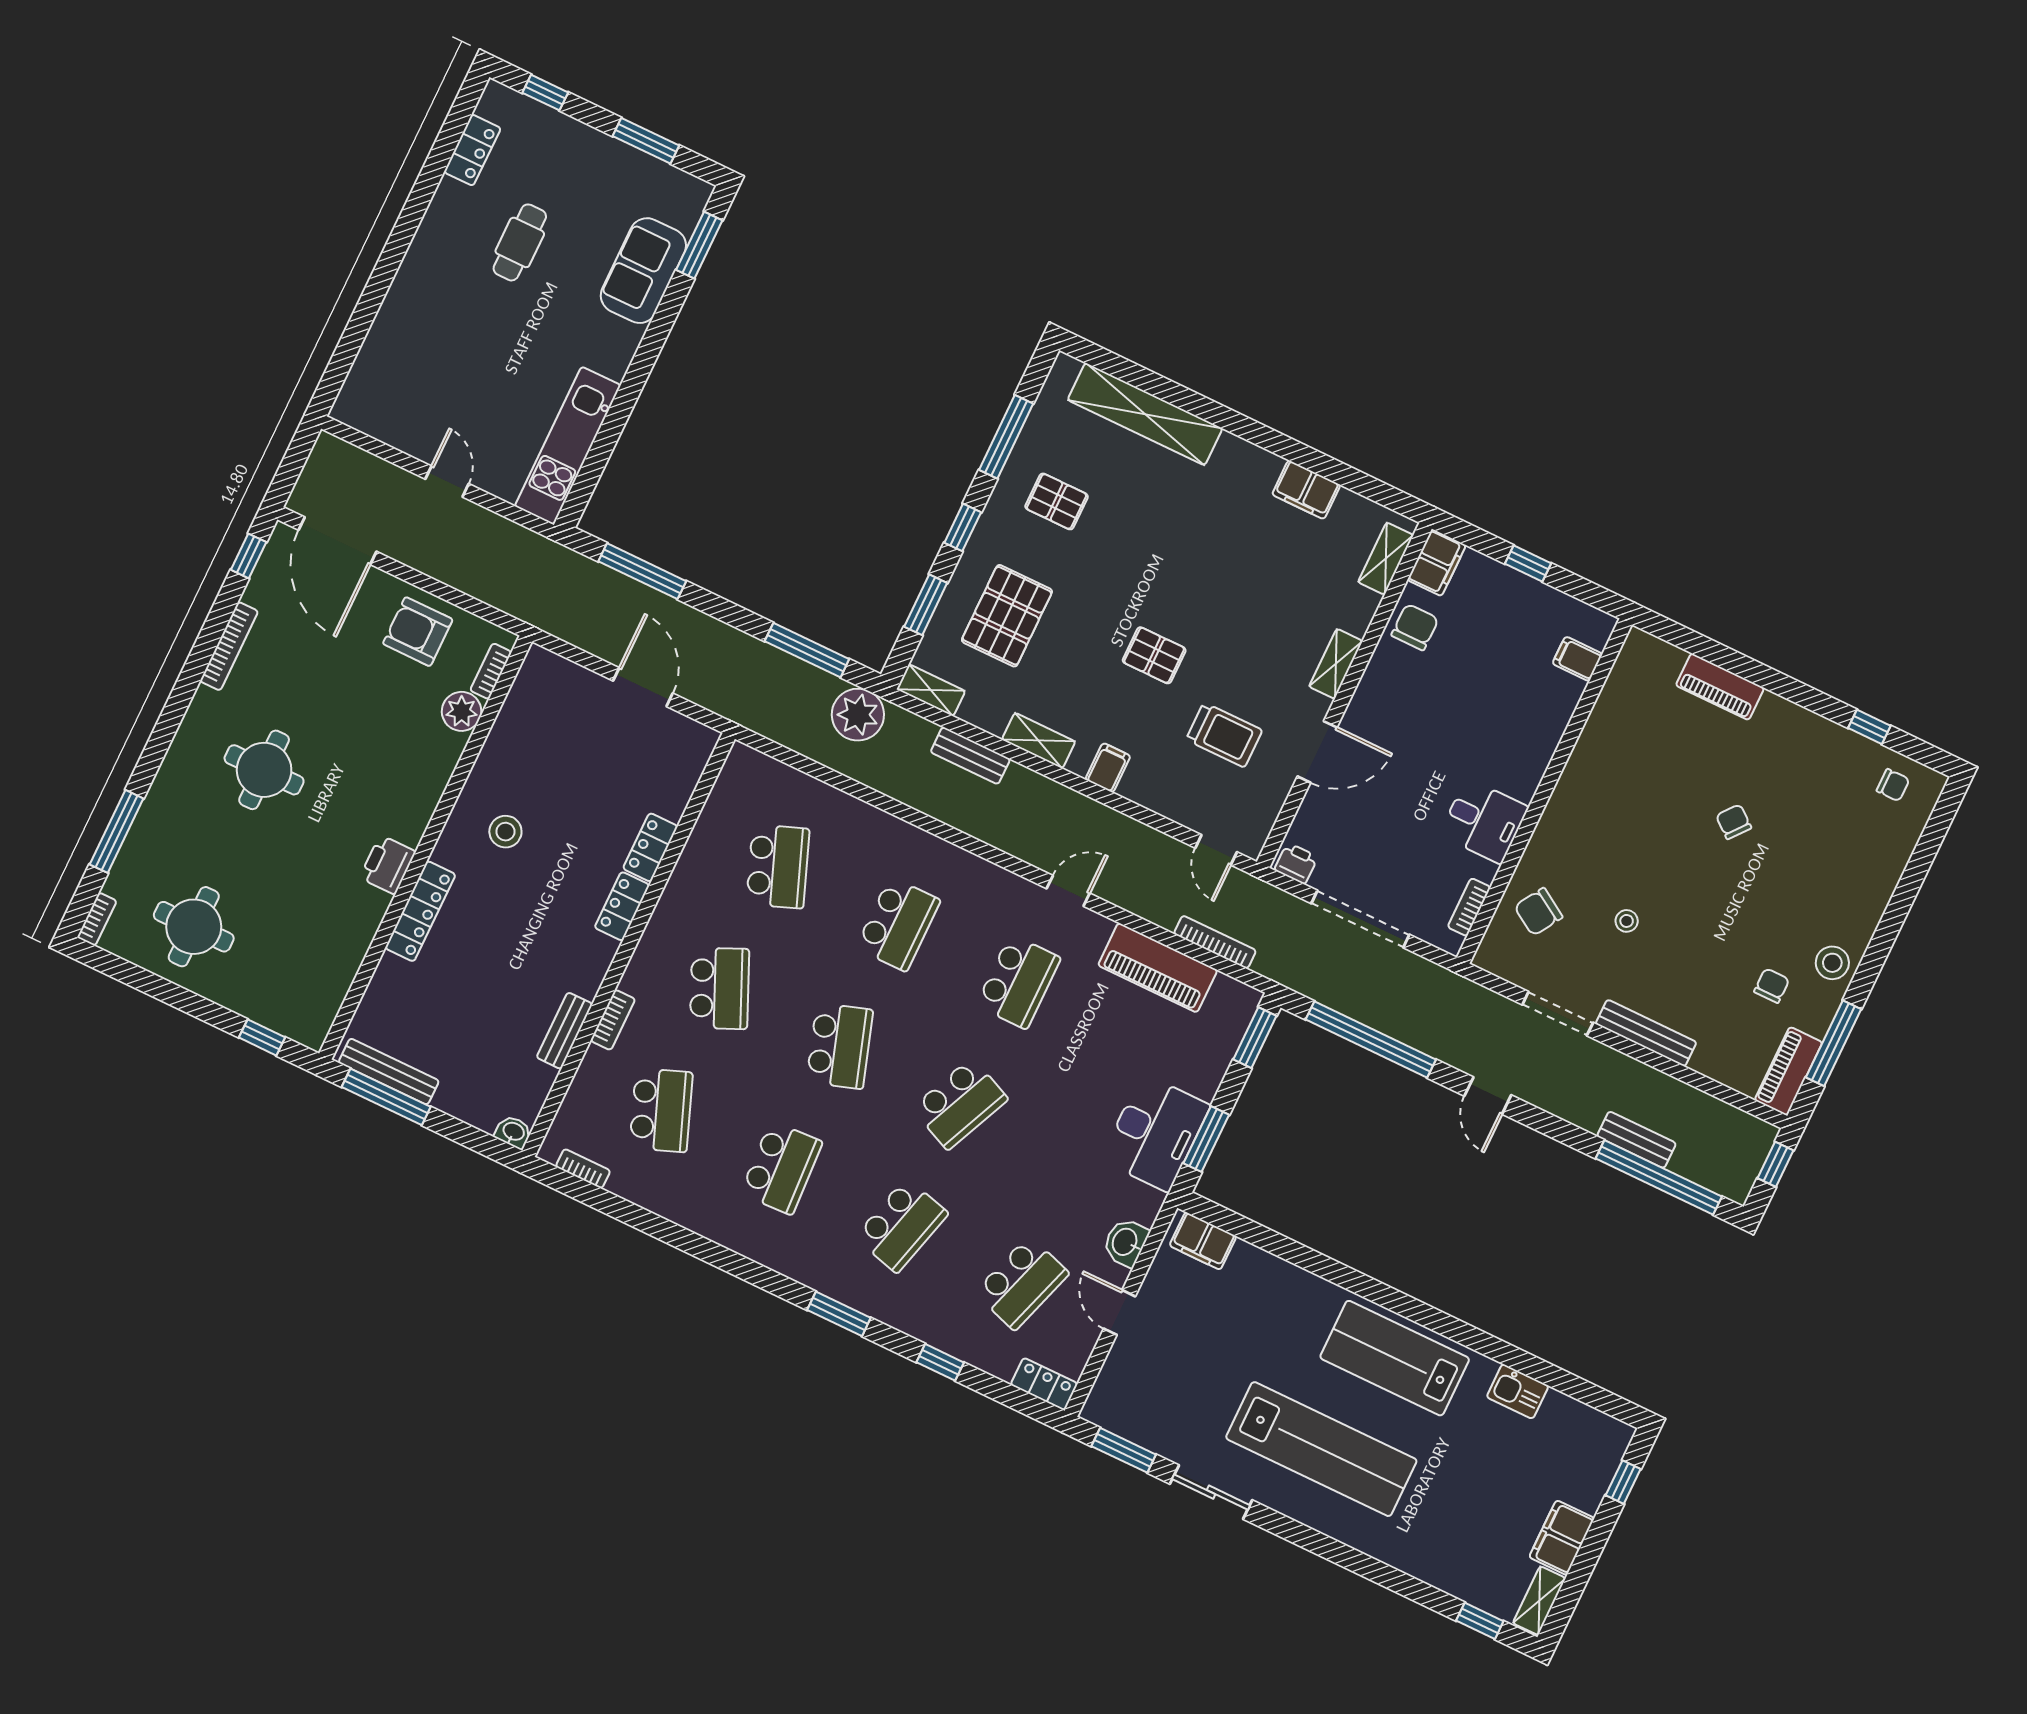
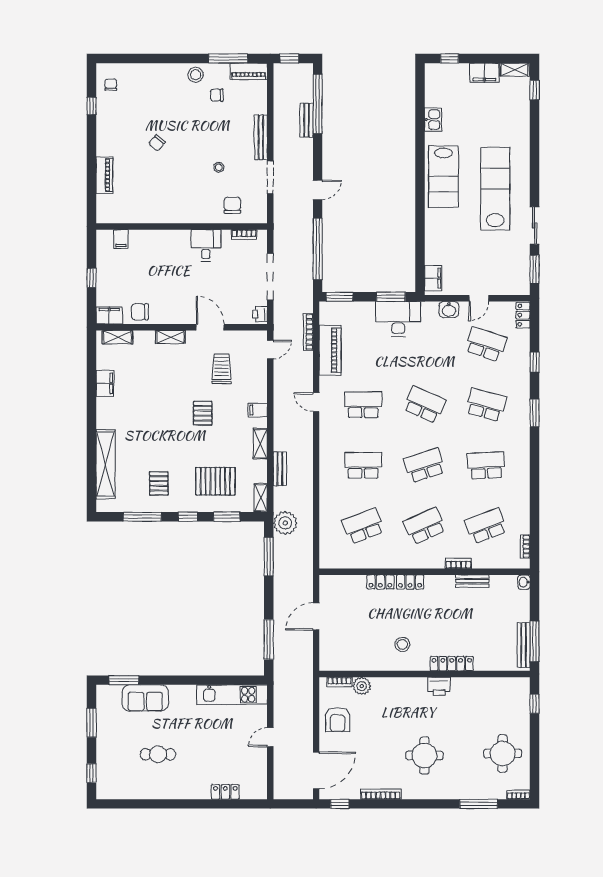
locker: (472, 150) -> (225, 792), moved
chair: (1538, 912) -> (232, 205), turned -122

